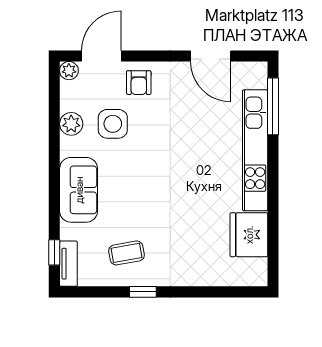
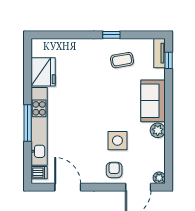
dishwasher: (255, 78) -> (39, 173), added
window: (273, 106) -> (28, 123), moved
plant: (71, 124) -> (158, 130), moved
side table: (113, 124) -> (117, 141), moved

